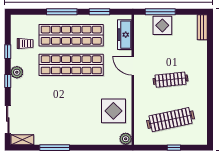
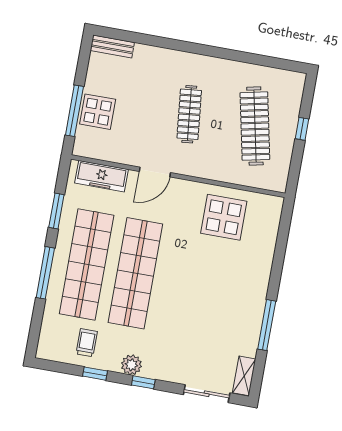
plant: (126, 139) -> (273, 205), removed

